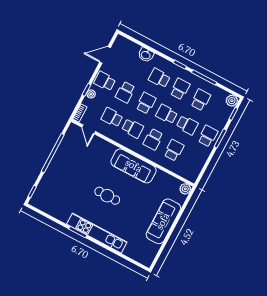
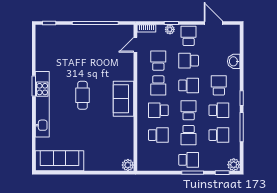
sofa: (134, 166) -> (124, 99), width x0.73
sofa: (163, 221) -> (60, 161), moved

